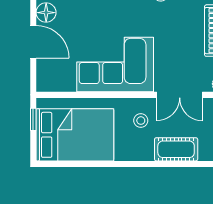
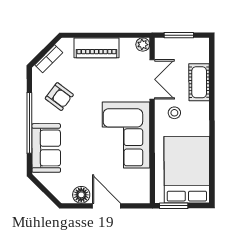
door: (33, 42) -> (107, 206), hinge flipped
window: (33, 119) -> (174, 206), width x1.50

